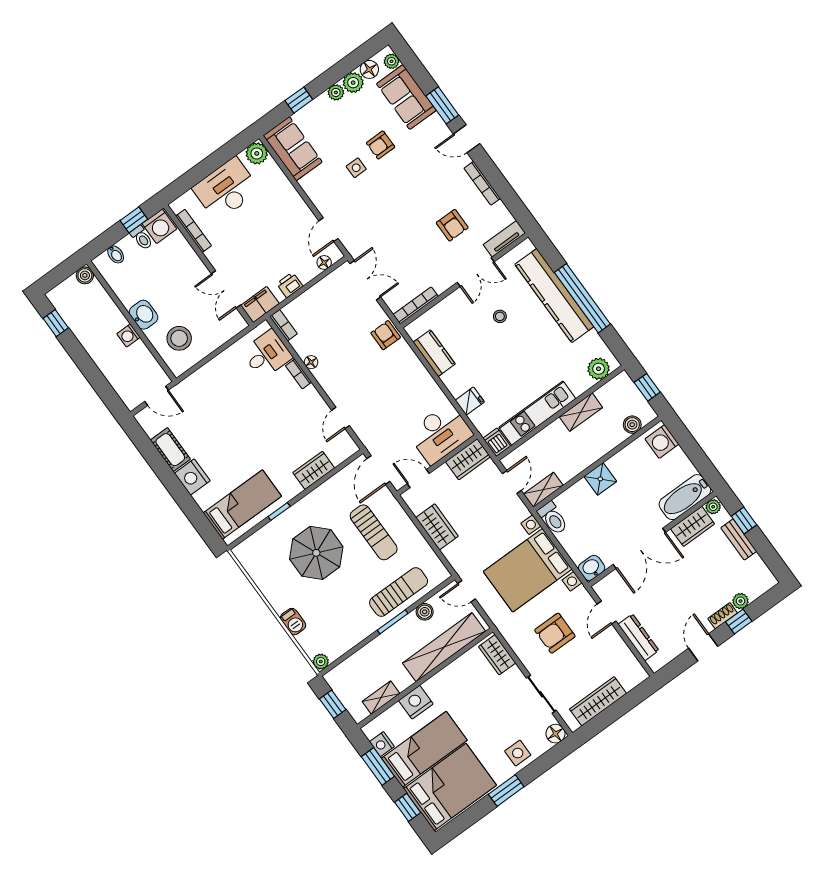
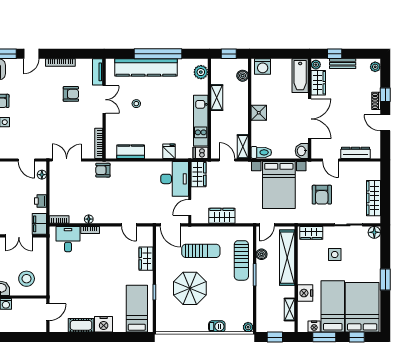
sun lounger: (399, 592) -> (241, 260), turned 180
plant: (741, 601) -> (375, 67), moved
side table: (518, 753) -> (335, 255), moved

